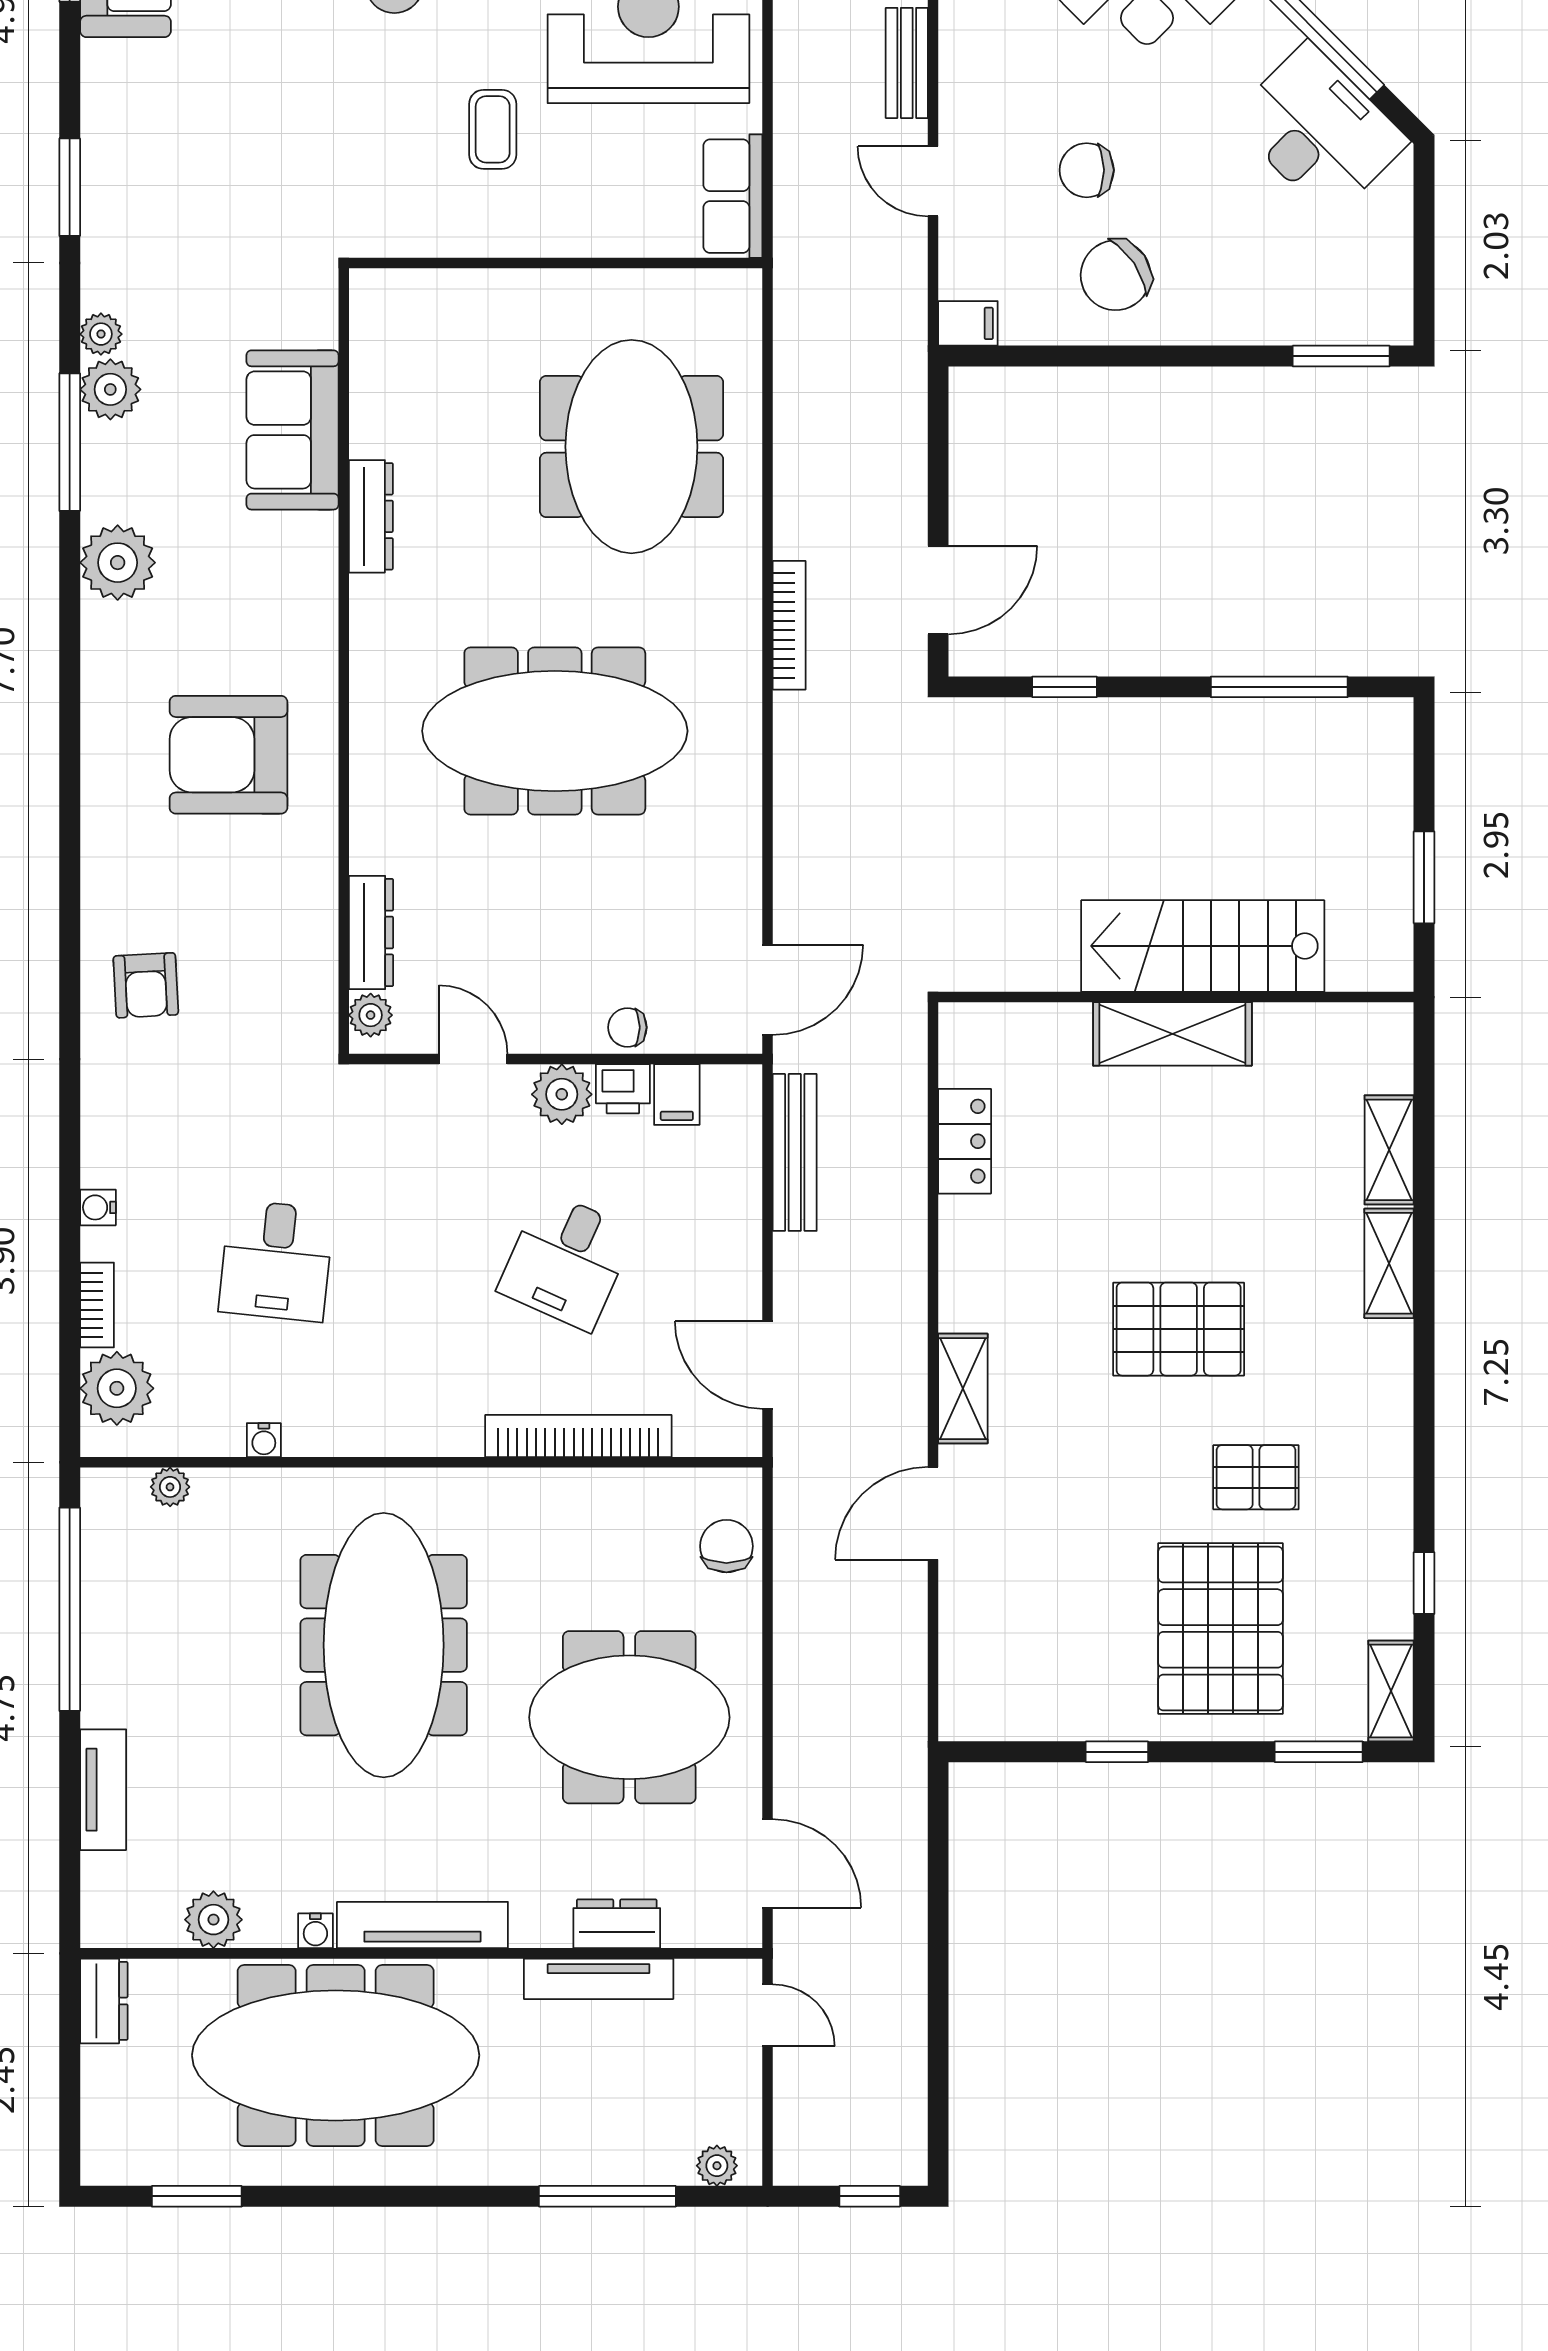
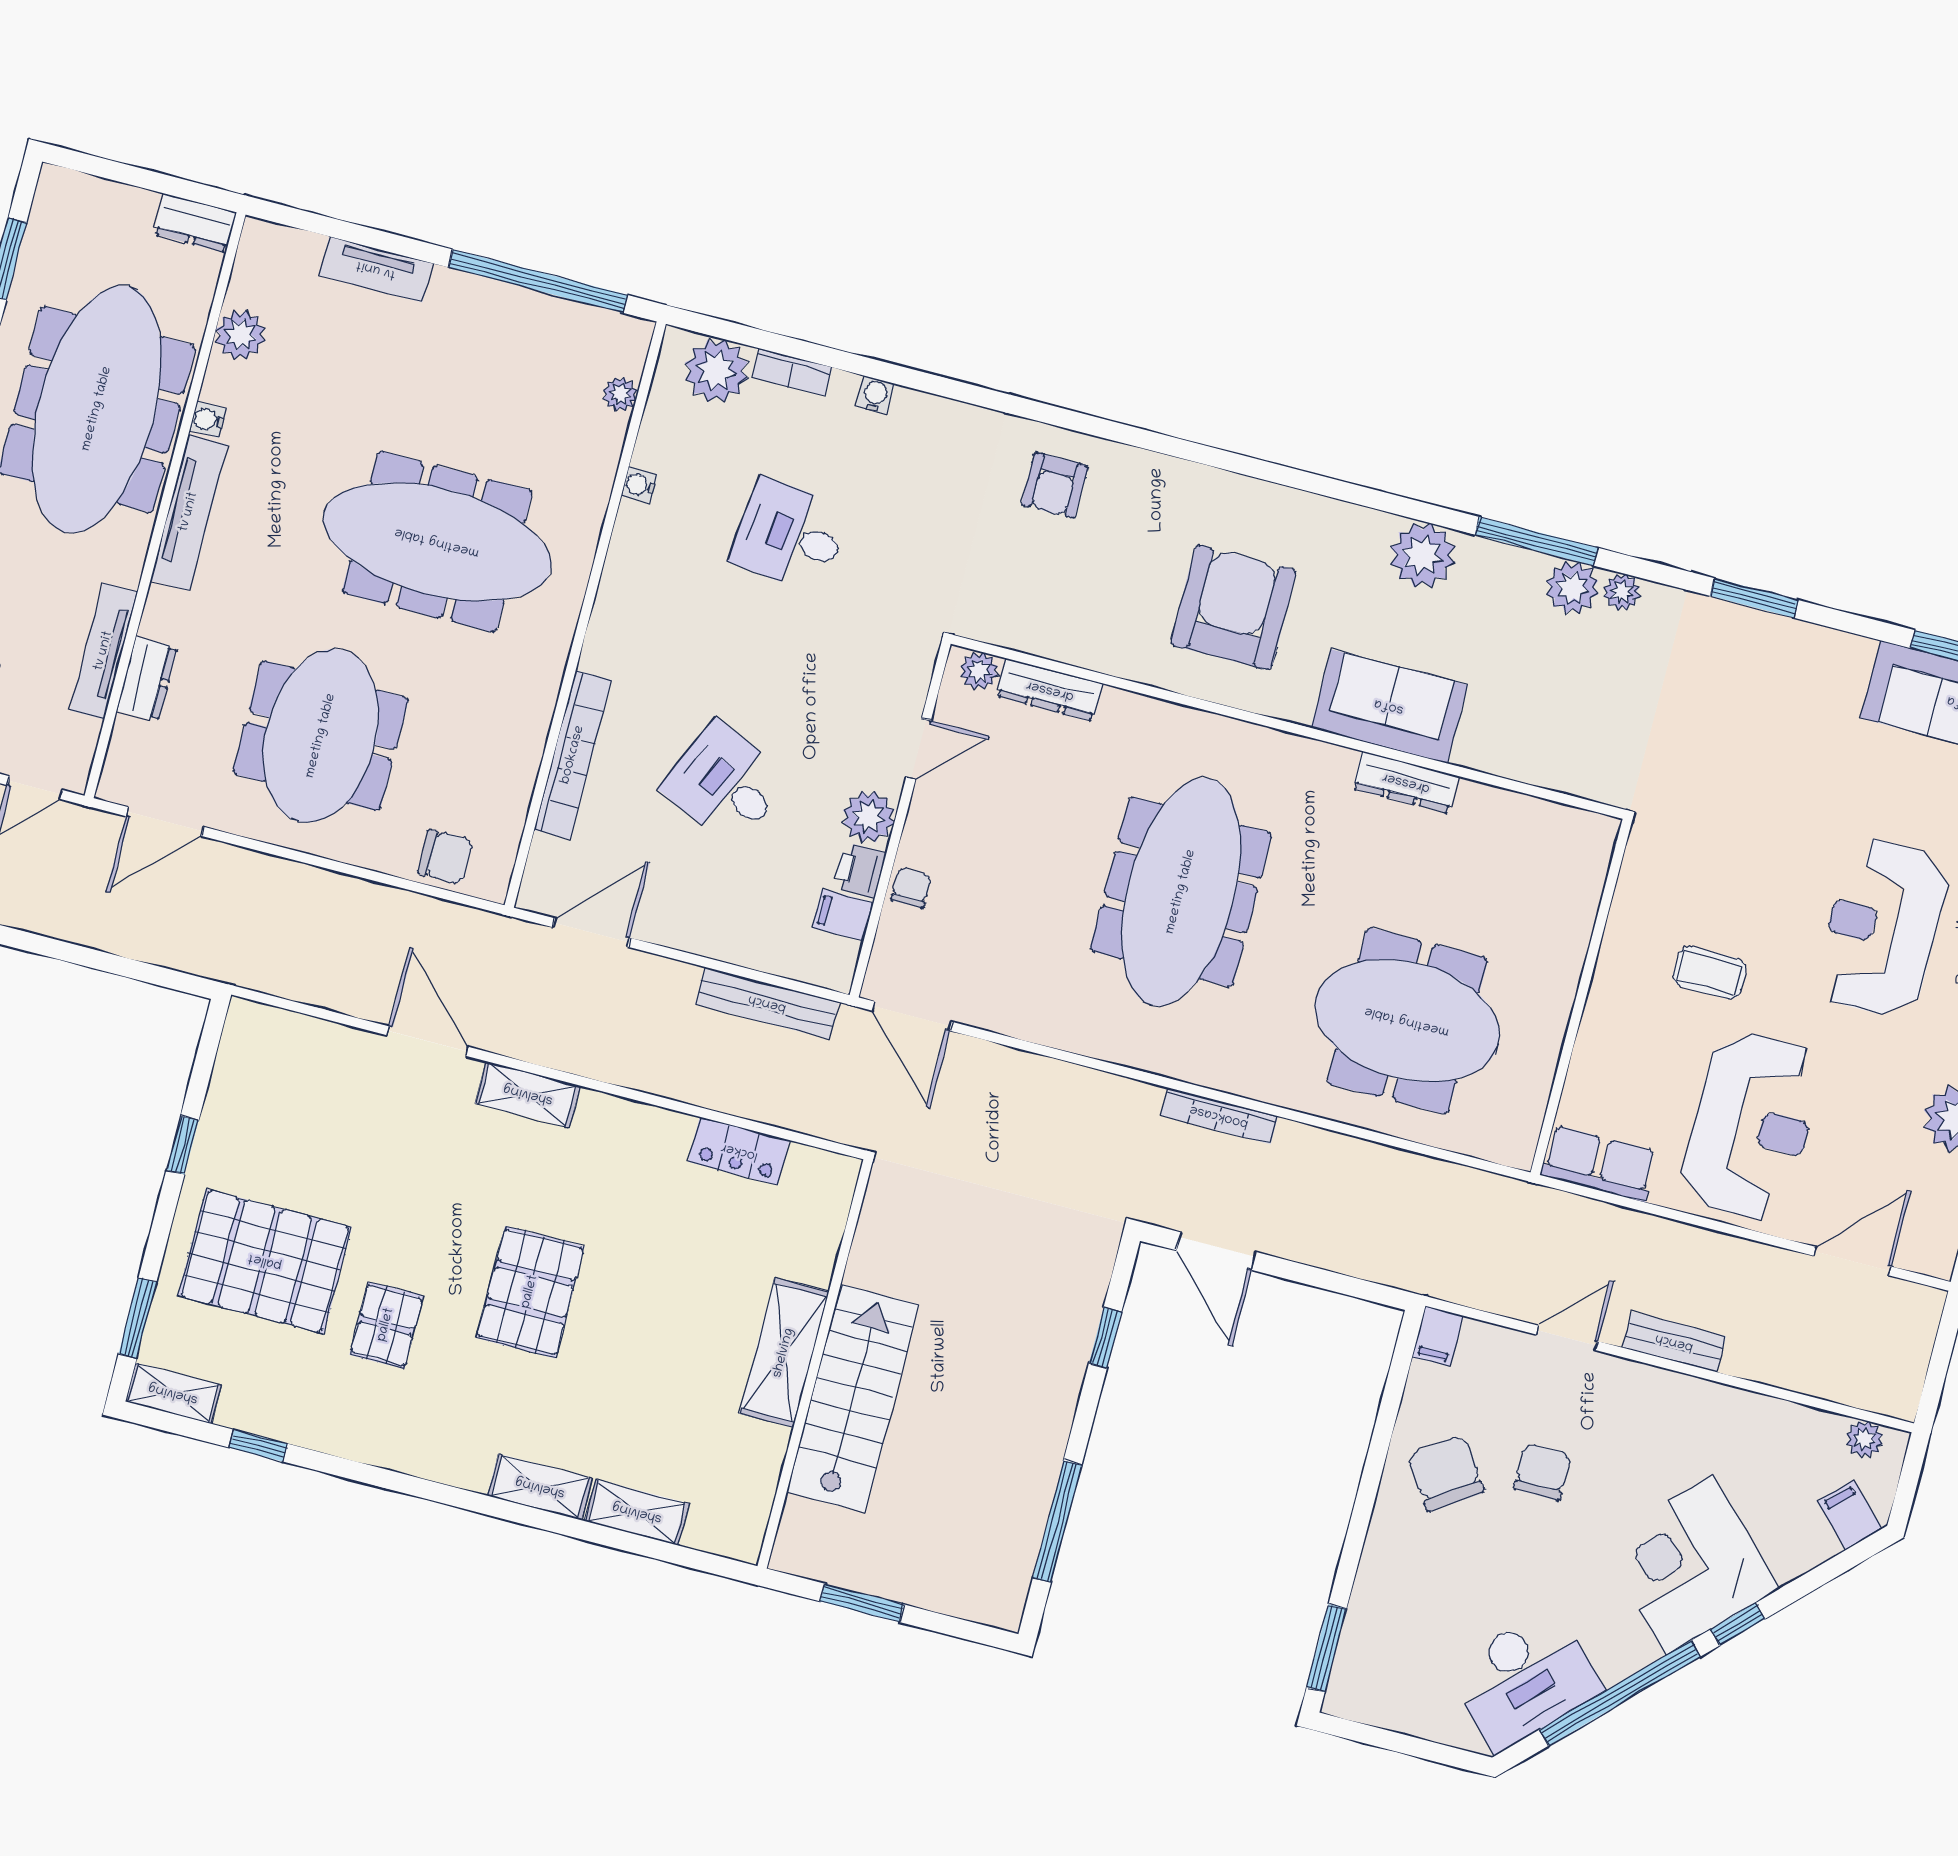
sofa: (293, 430) -> (1389, 706), moved
armchair: (146, 985) -> (1055, 485), turned -87

